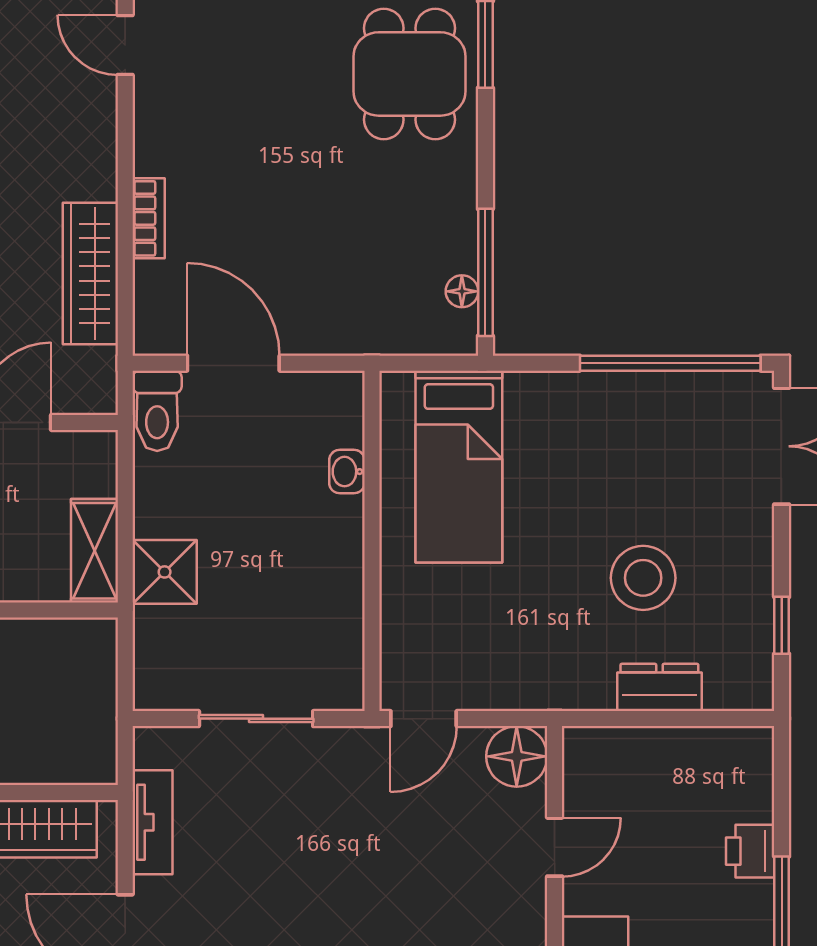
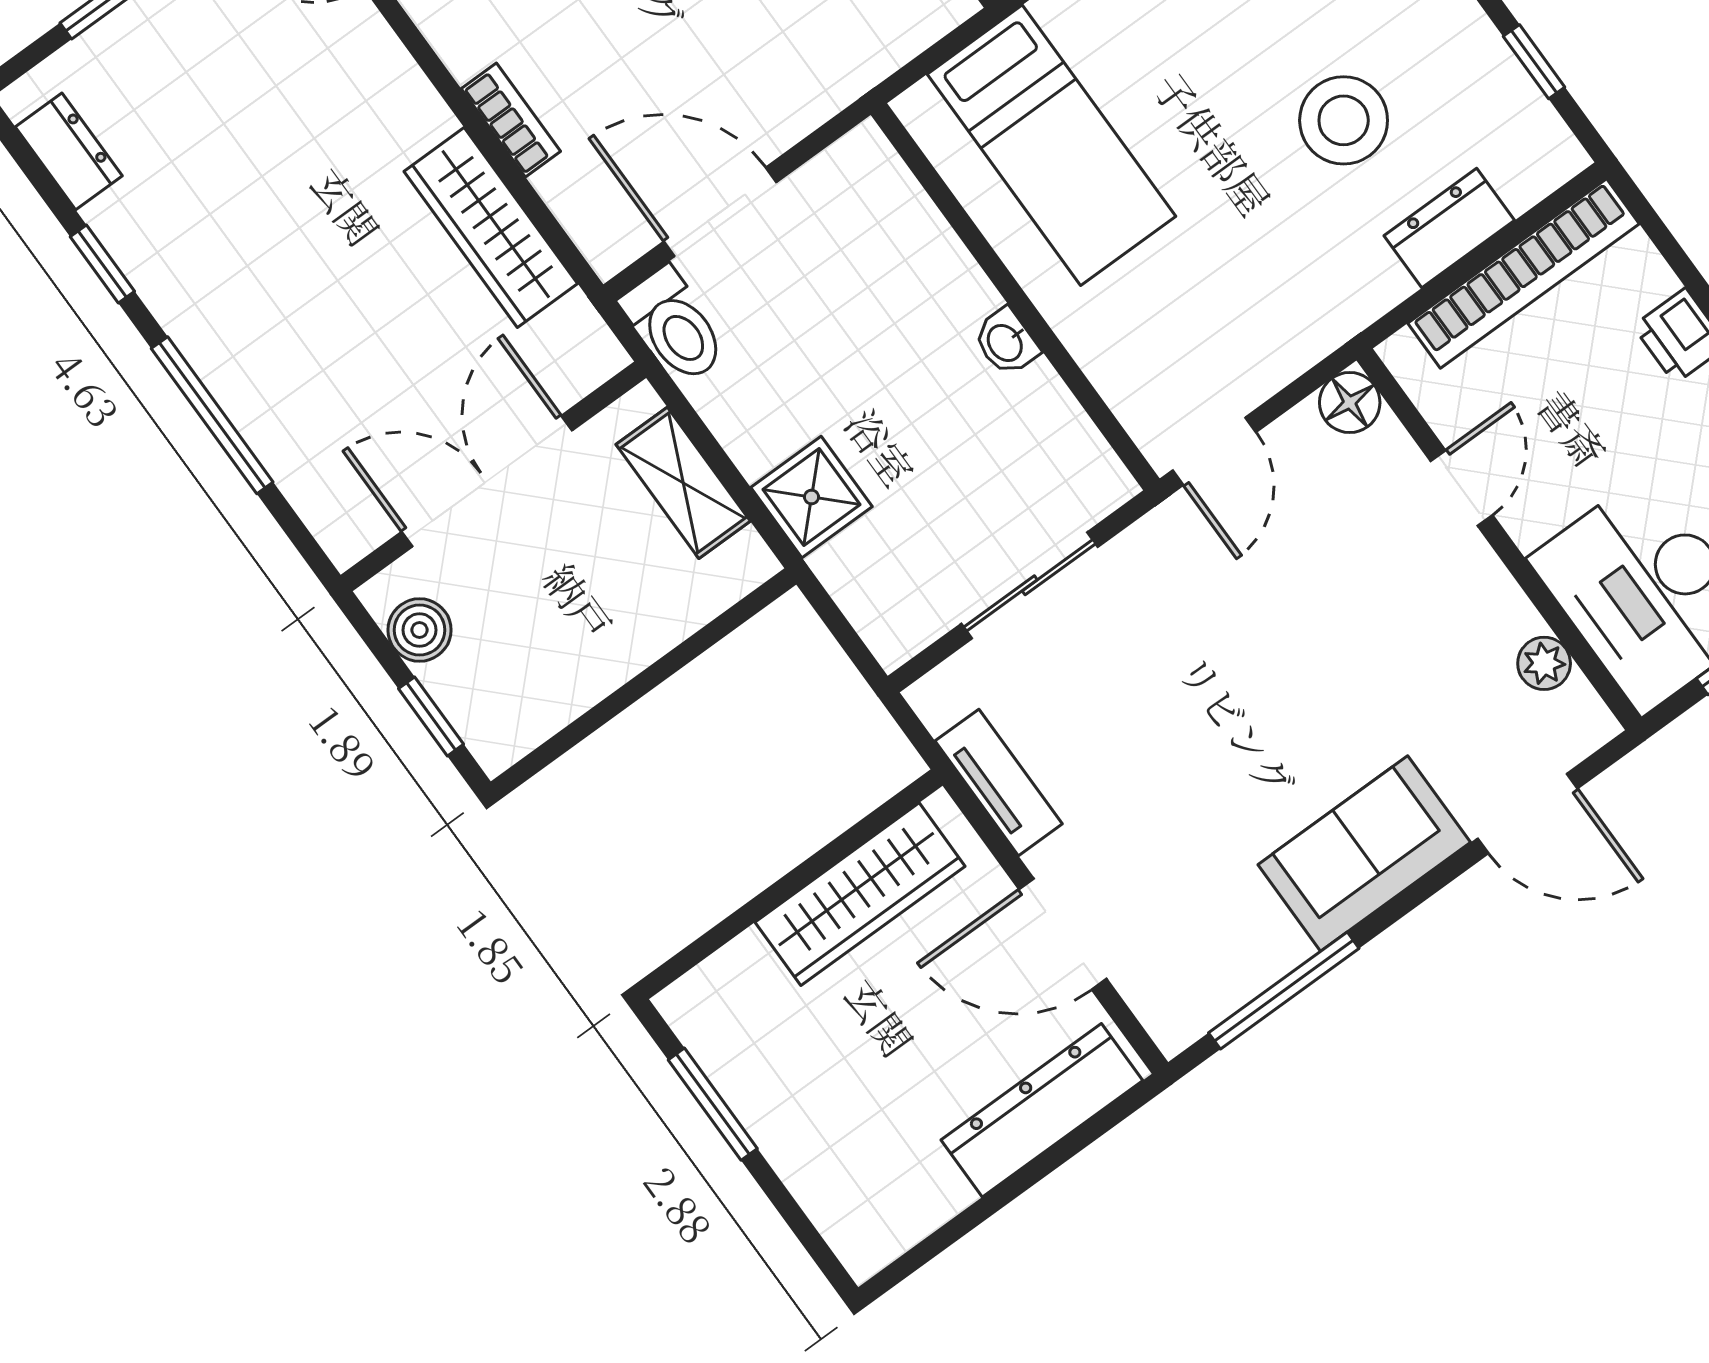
washbasin: (347, 472) -> (1006, 342), moved
shelving: (94, 551) -> (683, 483), moved
bookcase: (684, 746) -> (1523, 273), added
floor lamp: (517, 756) -> (1350, 403), width x0.73, depth x0.73

